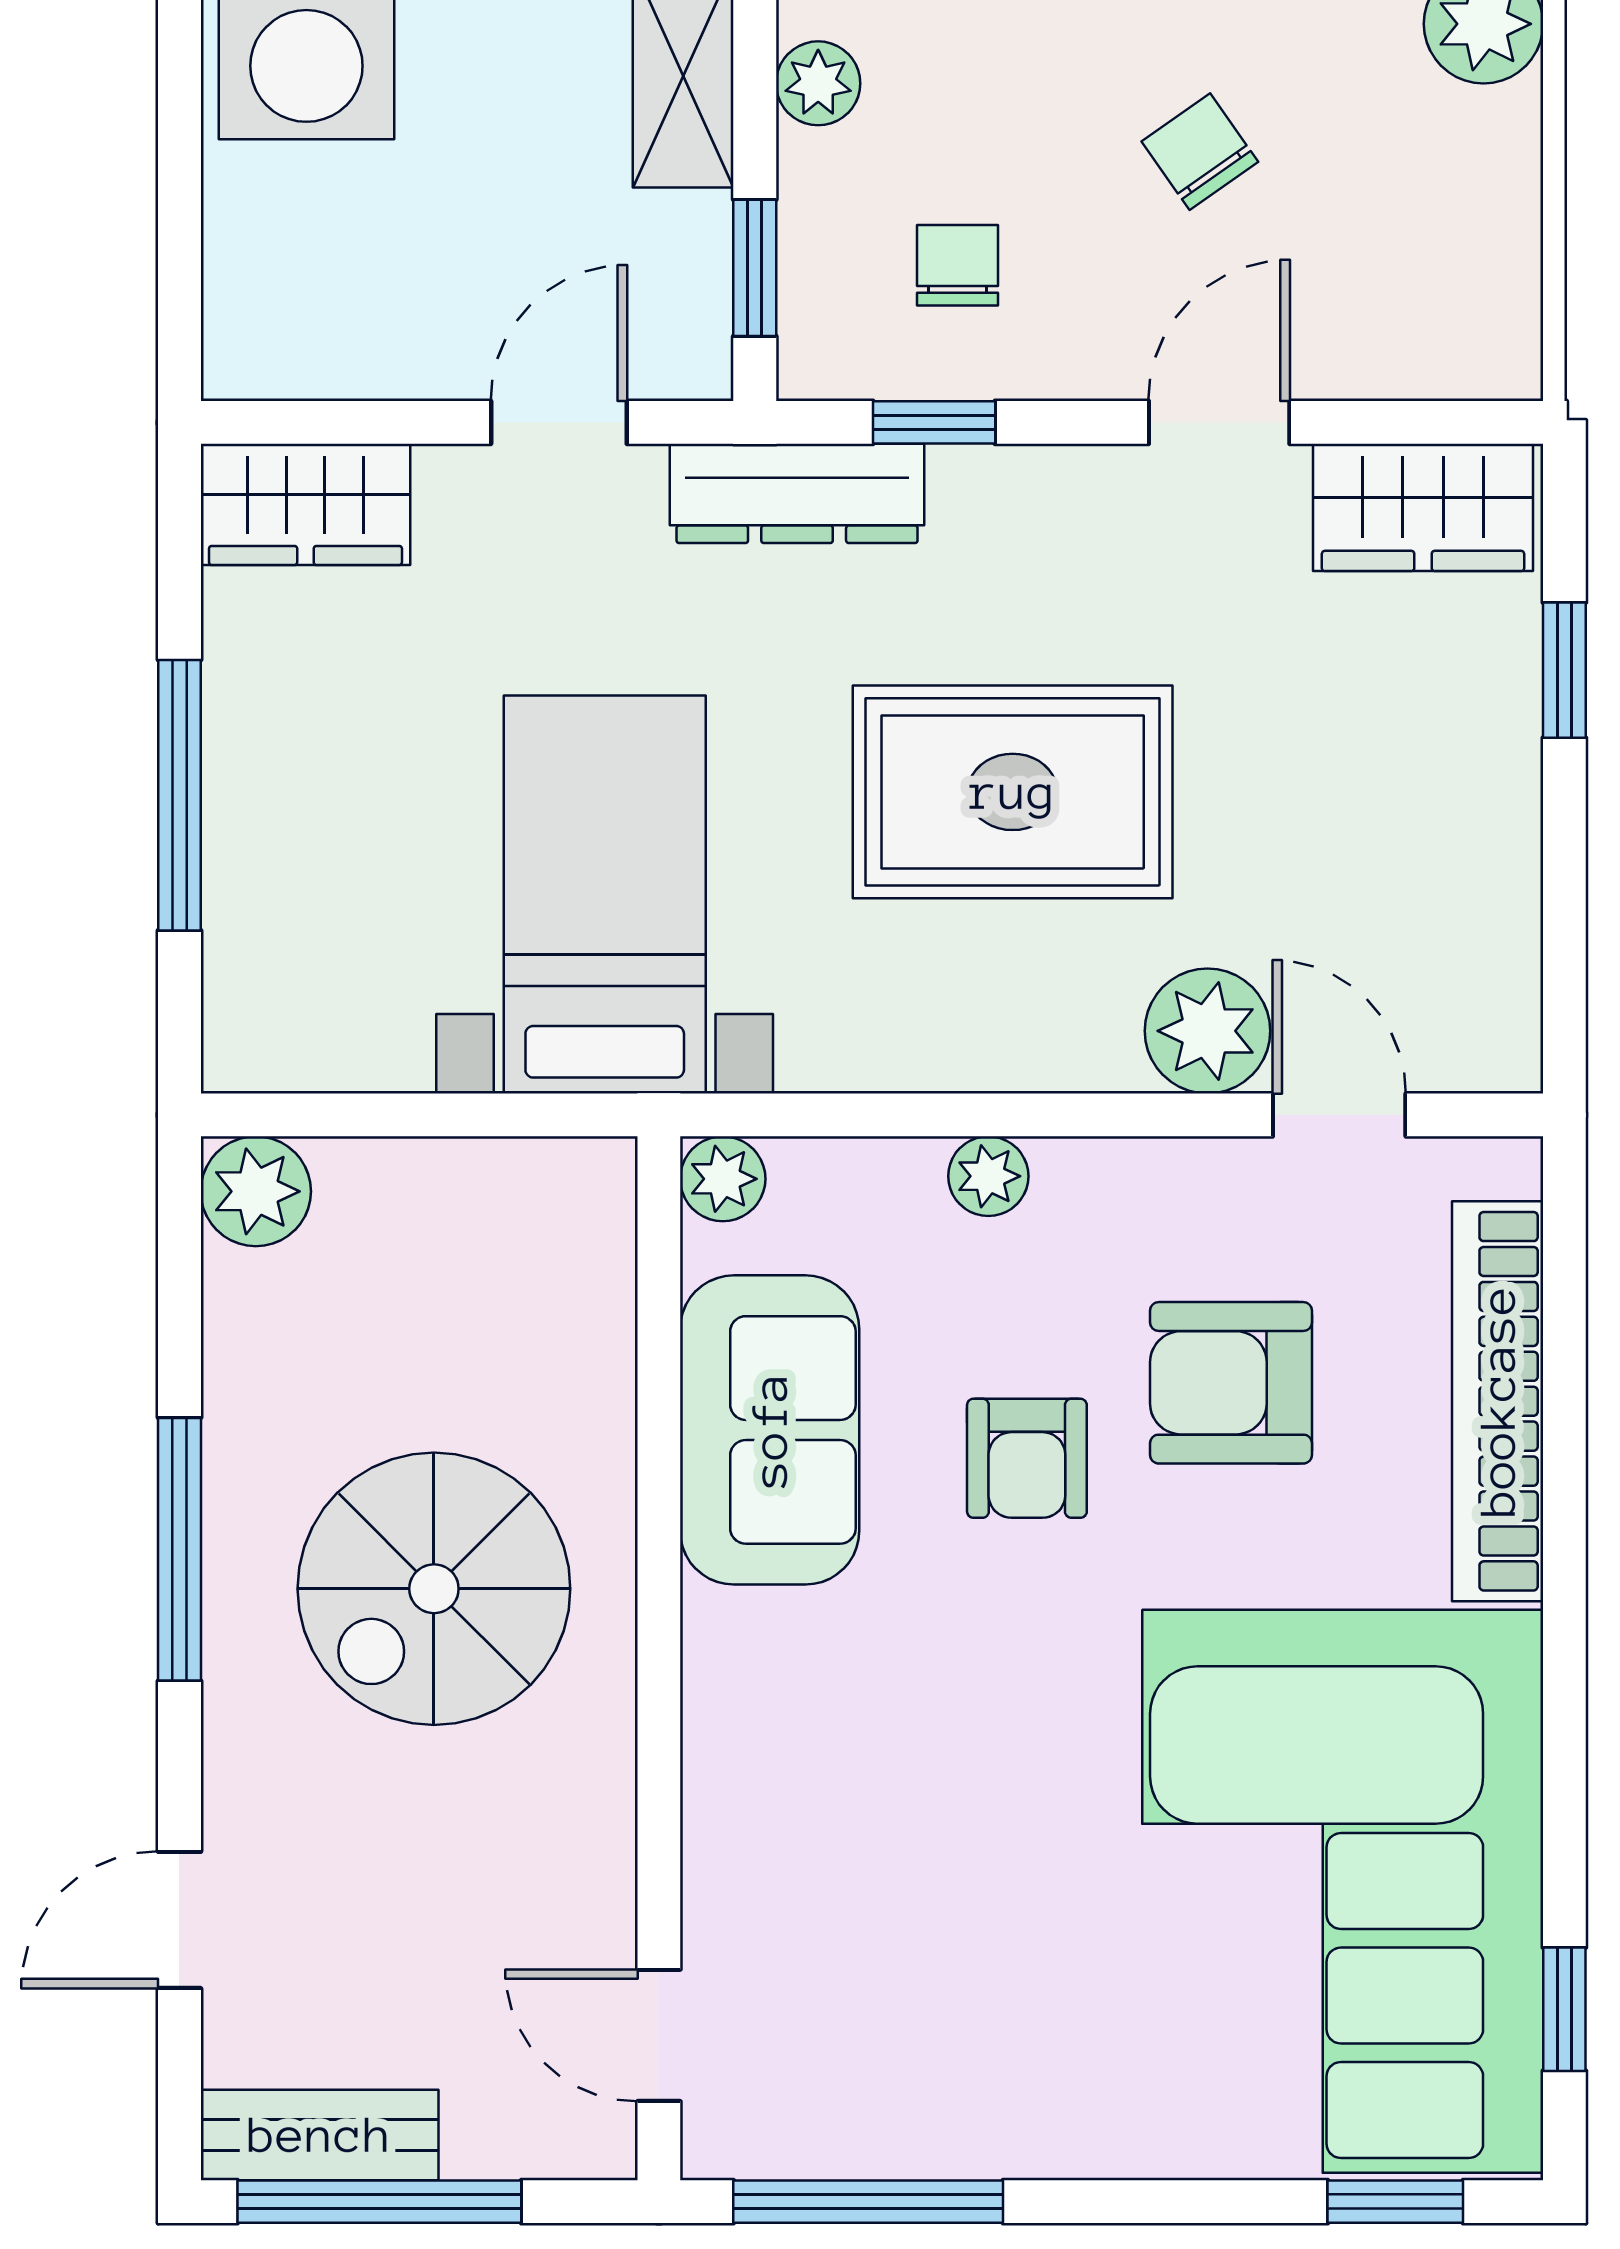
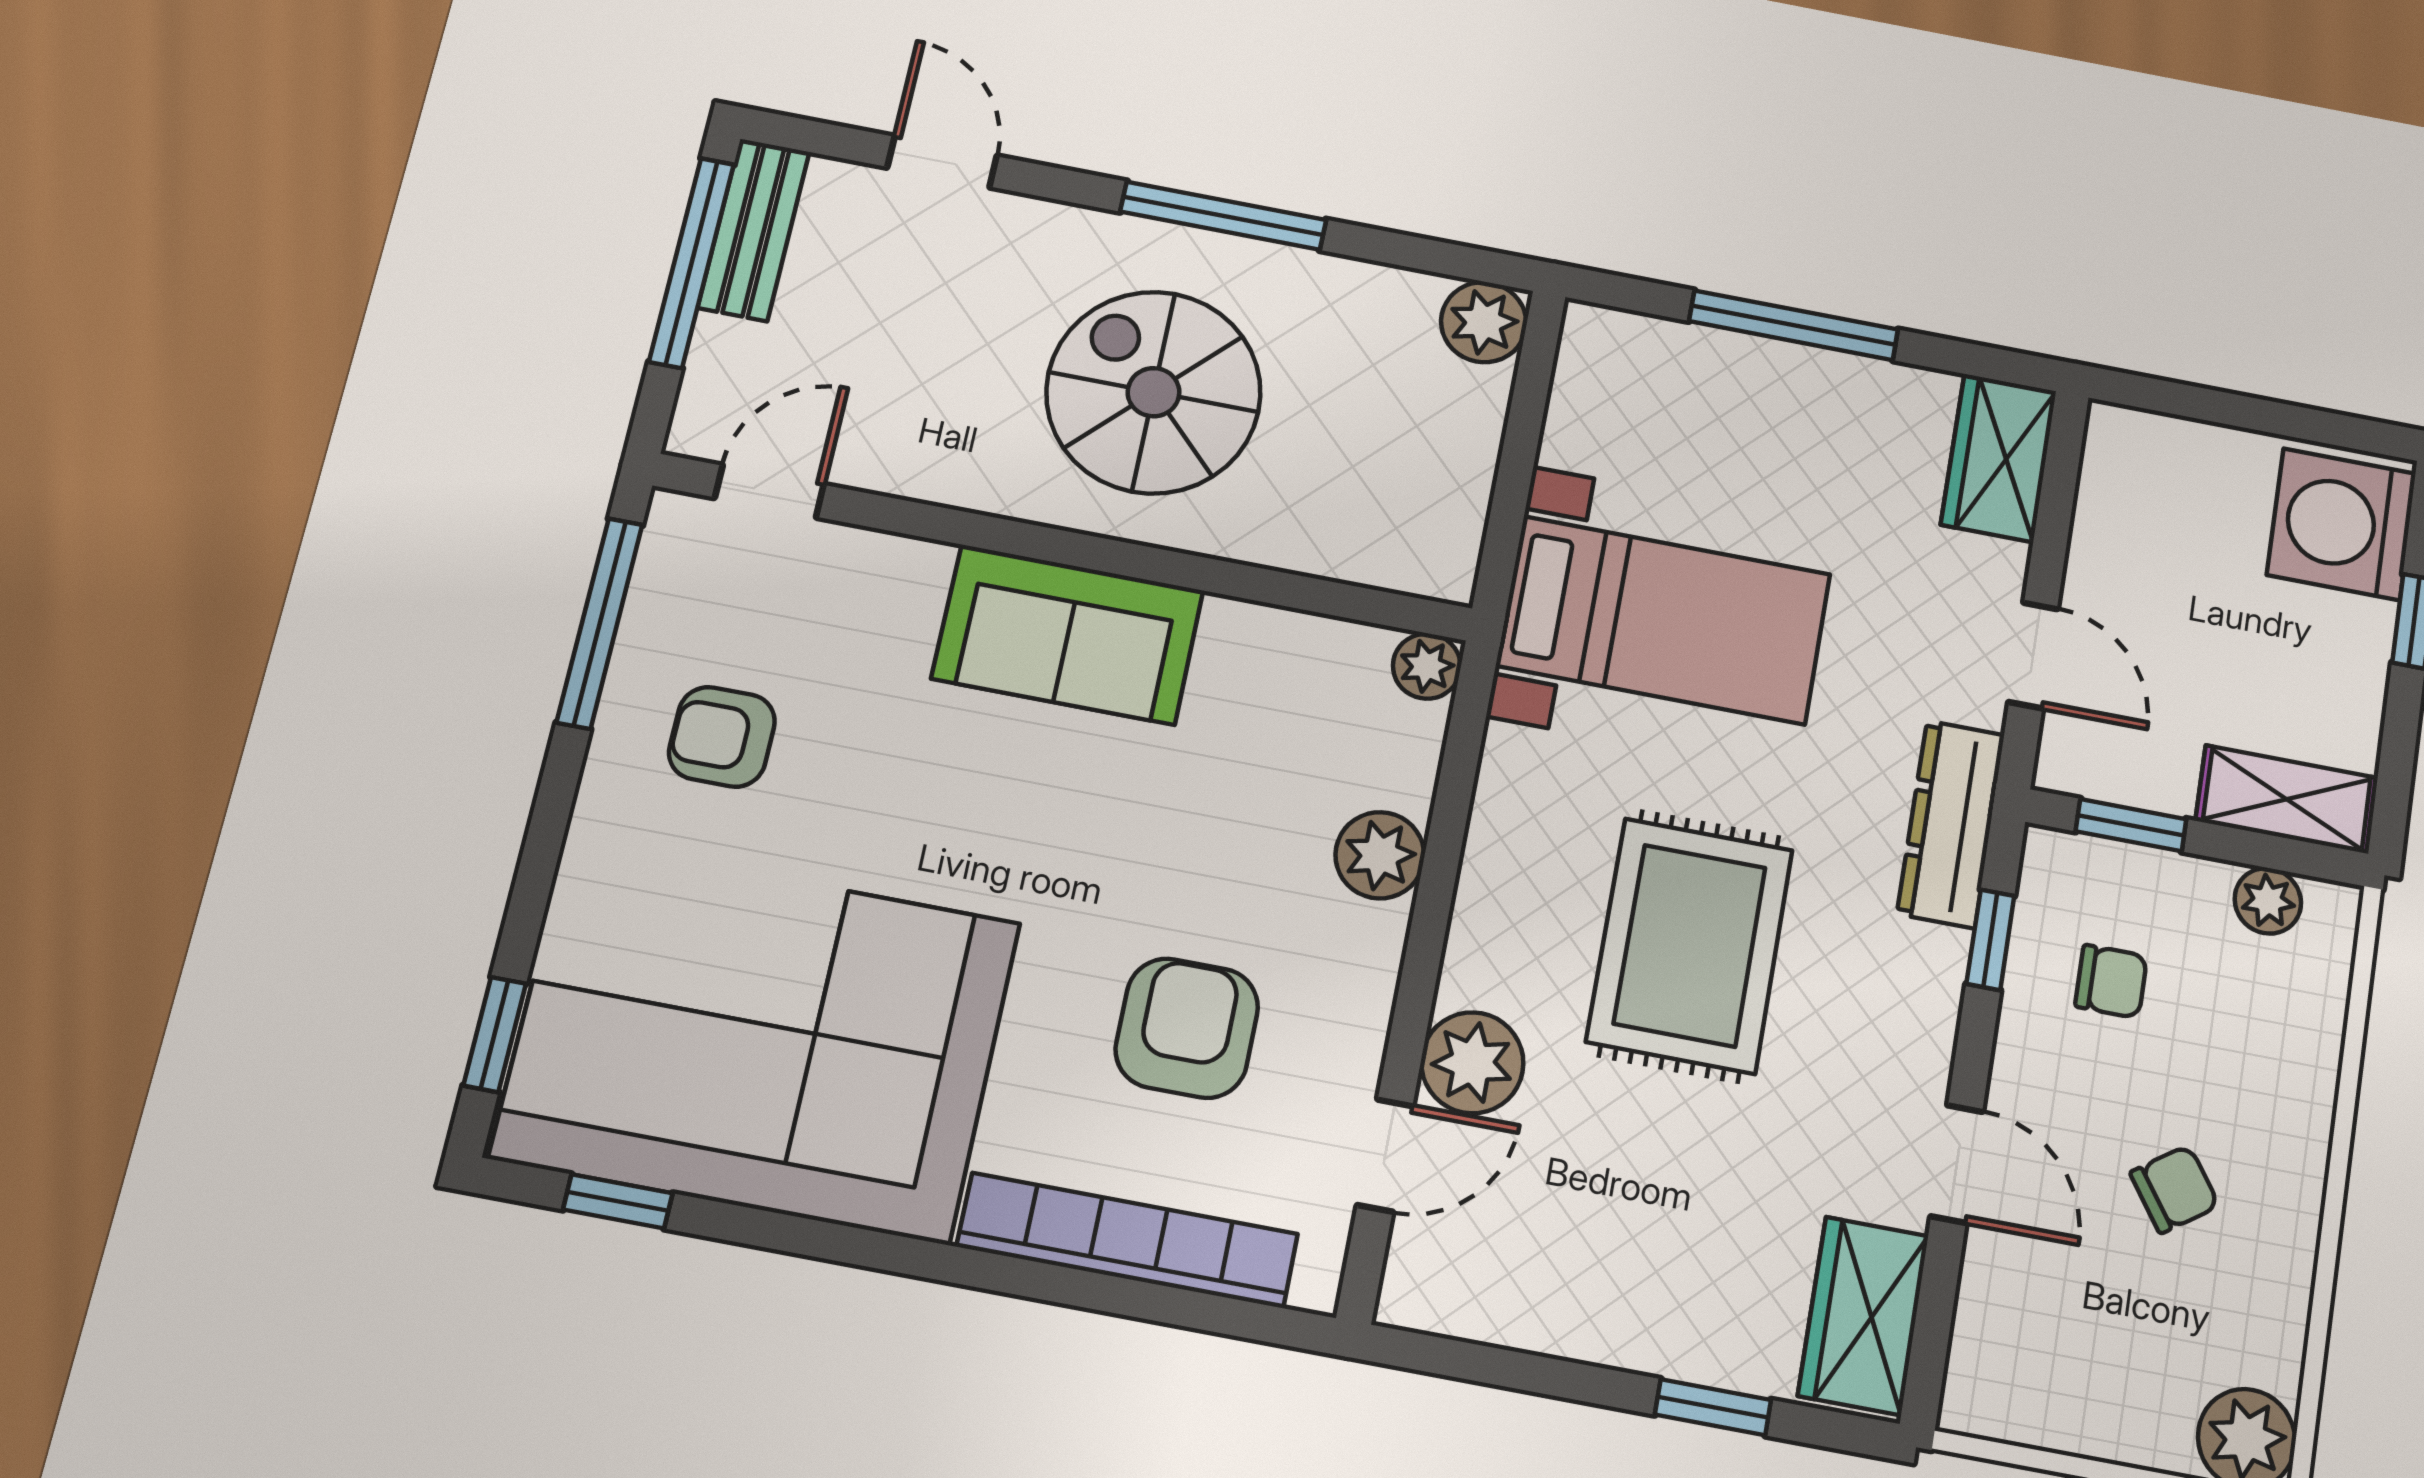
plant: (988, 1176) -> (1380, 855), width x1.38, depth x1.38
sofa: (770, 1430) -> (1068, 634), moved
armchair: (1027, 1458) -> (722, 737), moved

